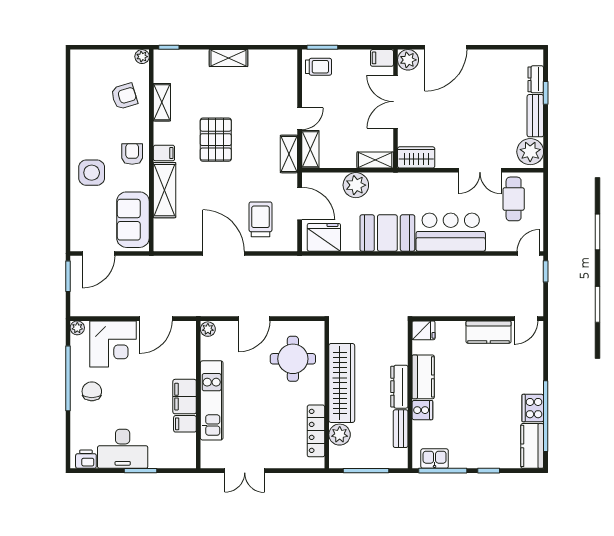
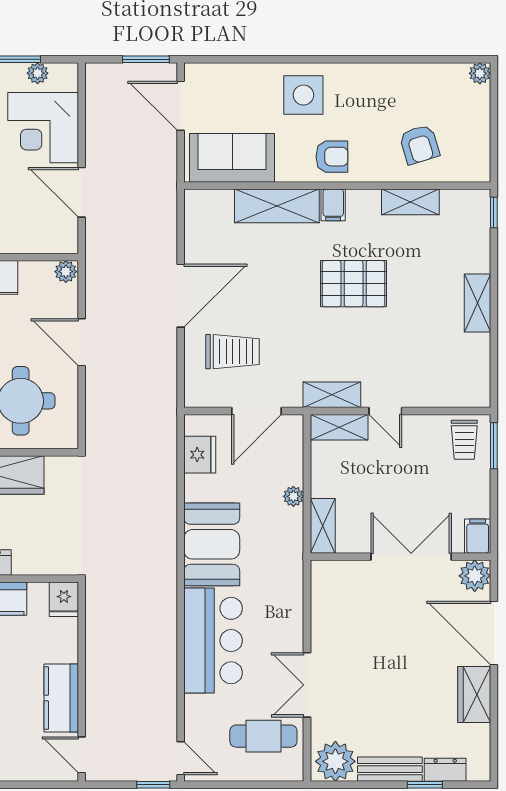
plant: (142, 57) -> (480, 73), moved
wardrobe: (416, 157) -> (474, 695), moved, turned 180
plant: (356, 185) -> (293, 496), width x0.53, depth x0.53
fridge: (324, 237) -> (200, 455), width x0.73, depth x0.75
plant: (77, 328) -> (38, 73), moved

